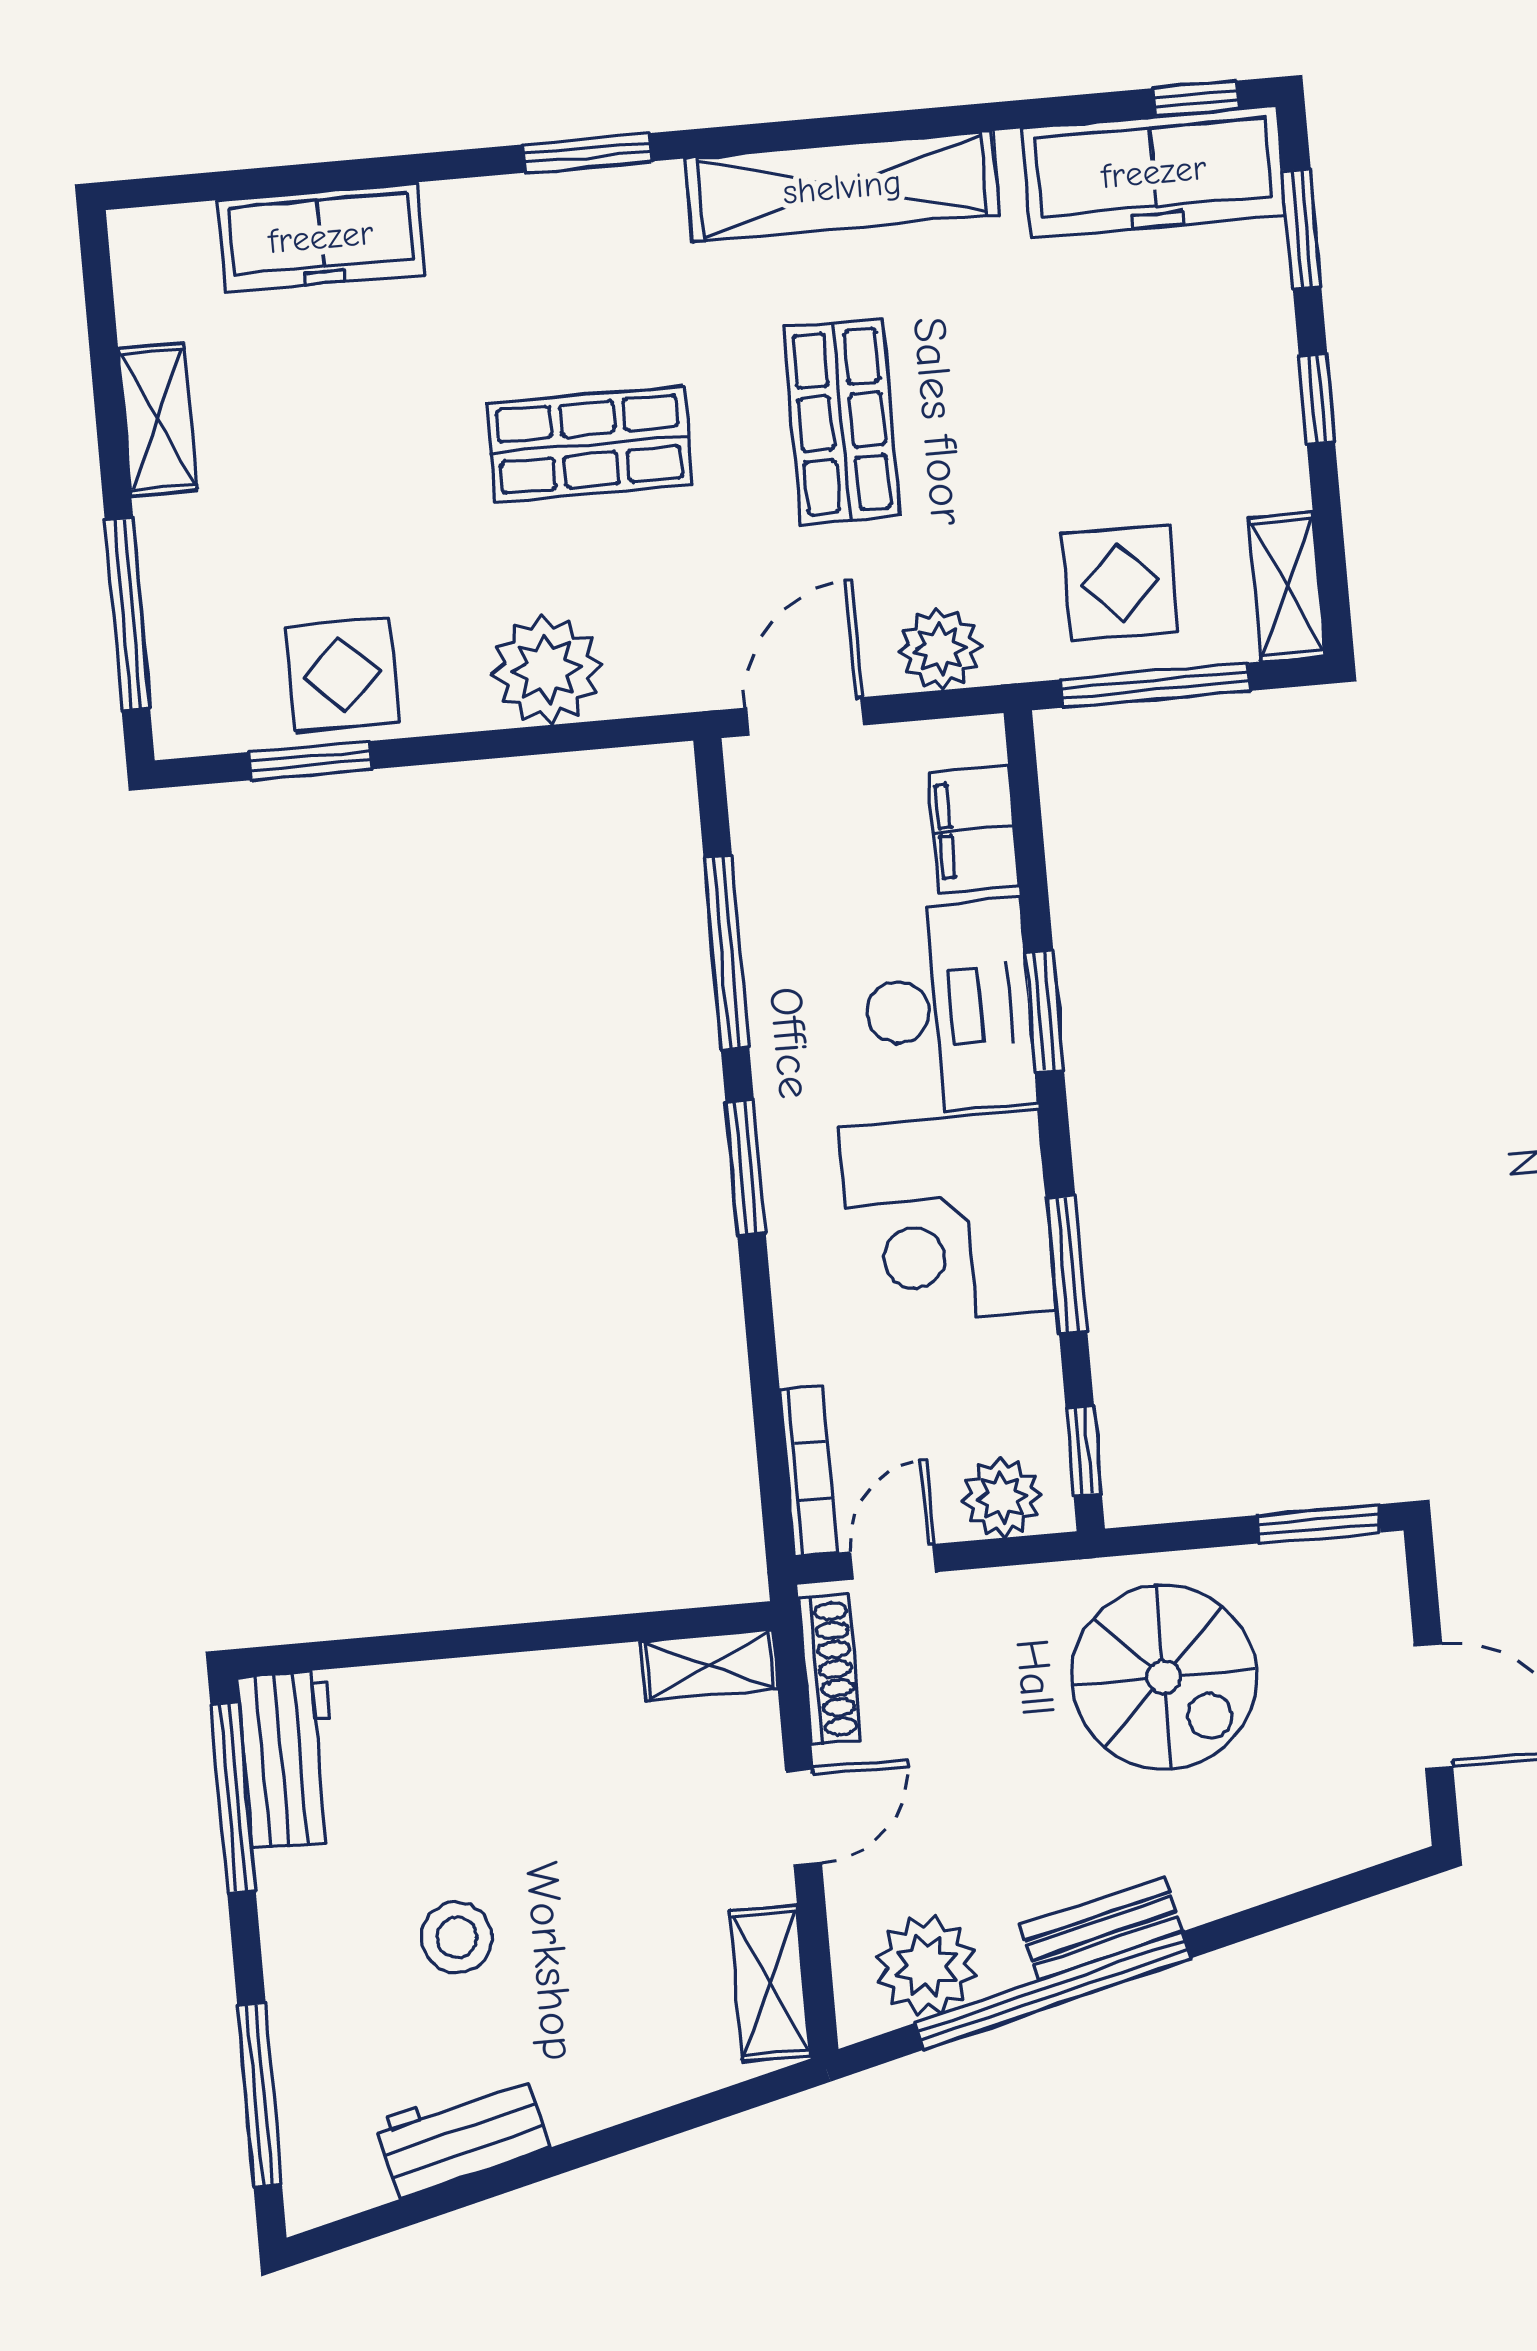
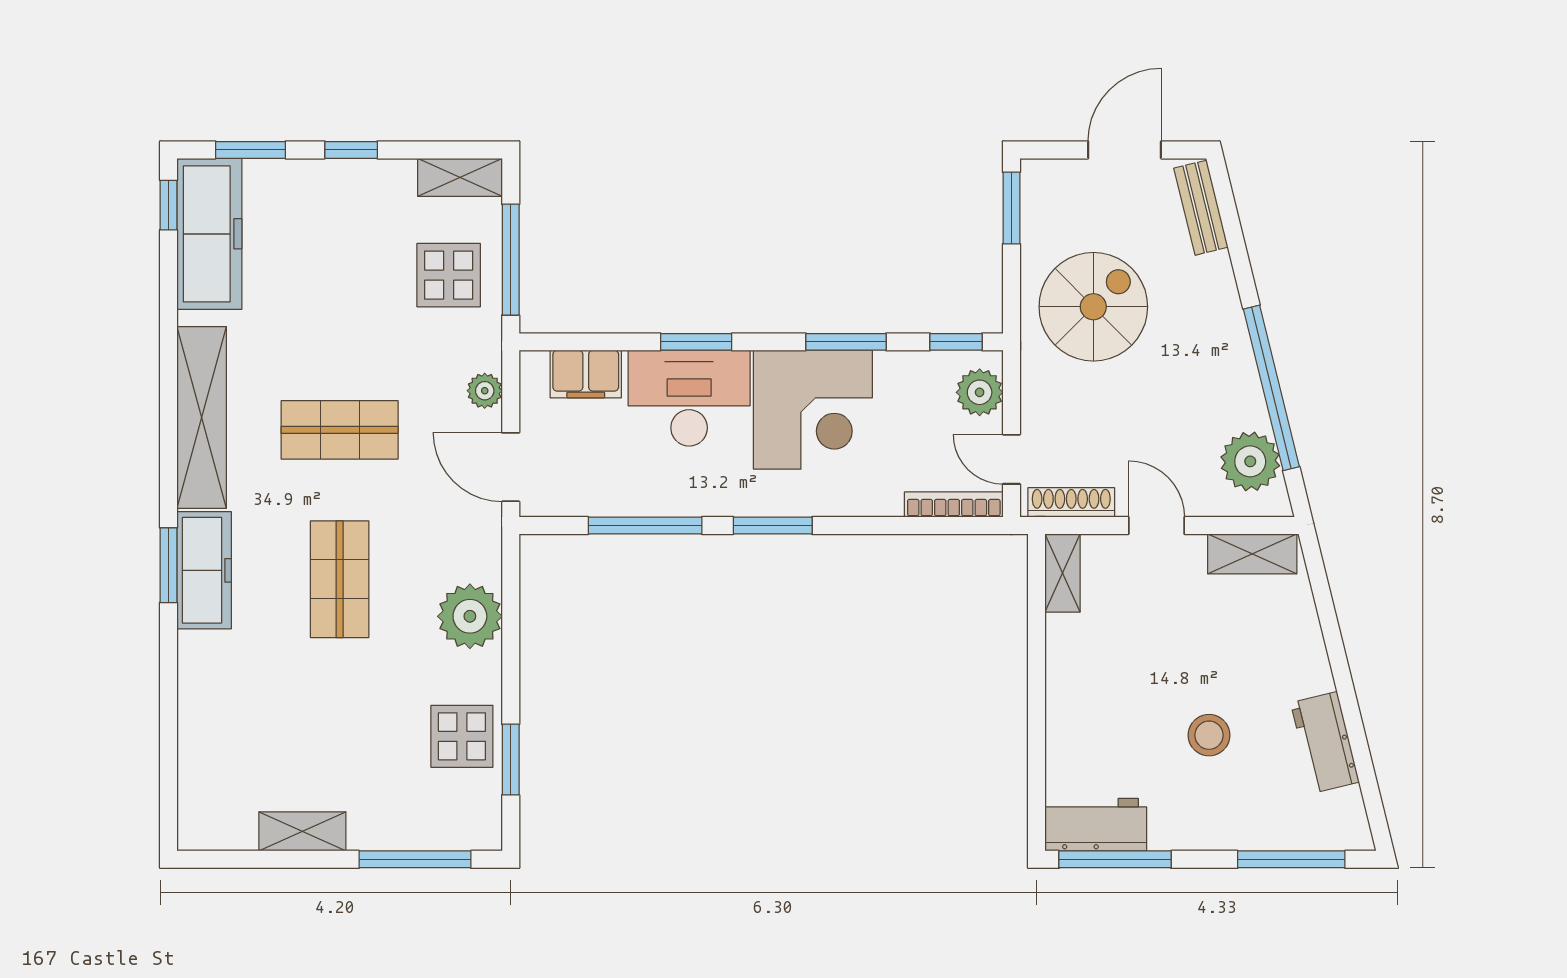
freezer: (321, 237) -> (204, 570), moved
plant: (940, 649) -> (485, 391), width x0.73, depth x0.73
bench: (1102, 1928) -> (1201, 208), moved

